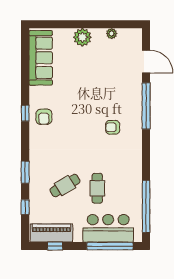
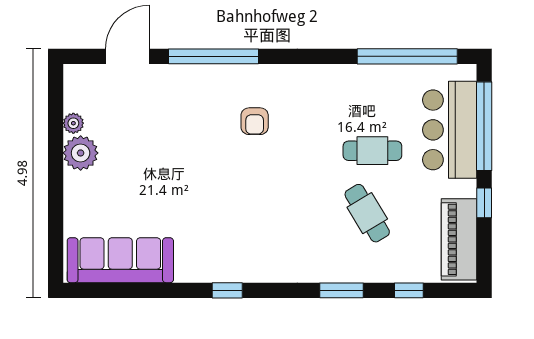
plant: (82, 37) -> (81, 153), moved
armchair: (44, 117) -> (234, 254), removed
window: (55, 246) -> (484, 203), moved

